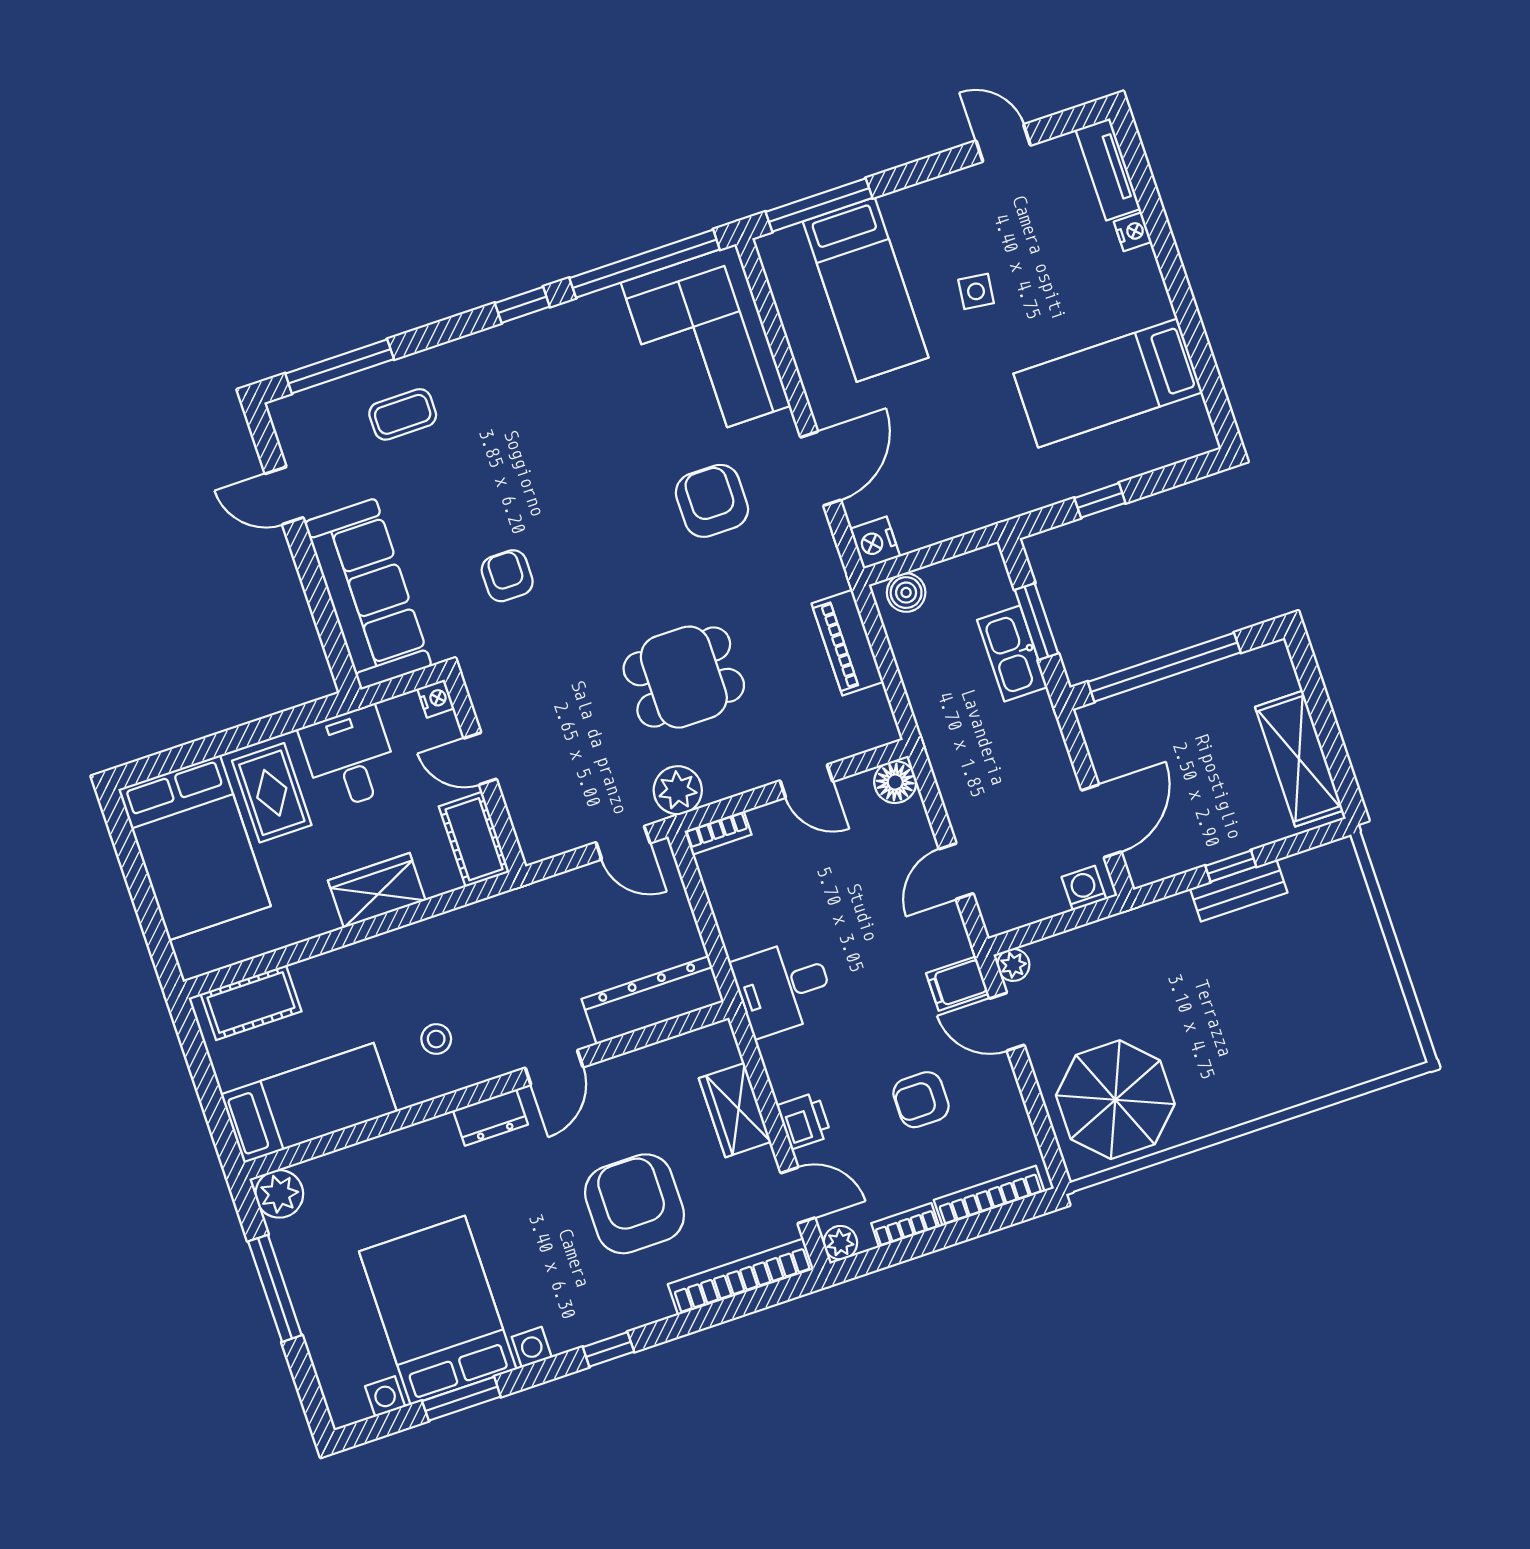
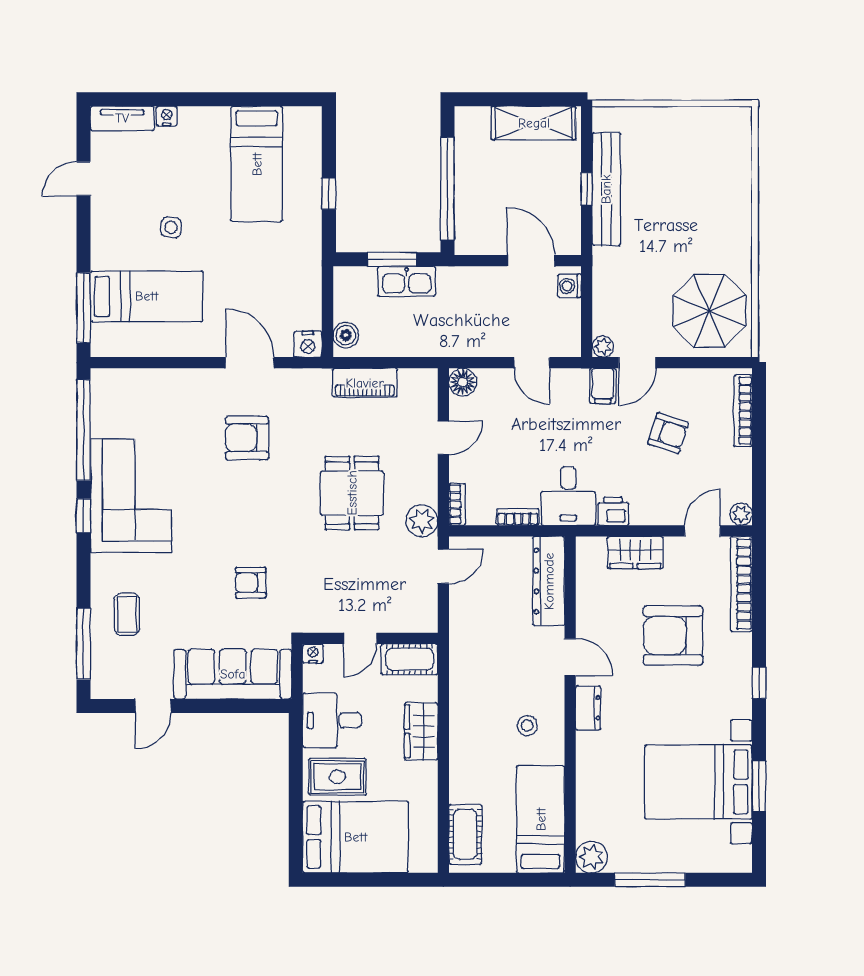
corner sofa: (706, 344) -> (131, 496), moved, turned -90
bench: (1239, 891) -> (606, 189), width x1.86, depth x1.21
armchair: (921, 1100) -> (668, 433), turned -72
printer: (804, 1121) -> (613, 511), moved
bookcase: (905, 1225) -> (518, 517), moved, turned 90

